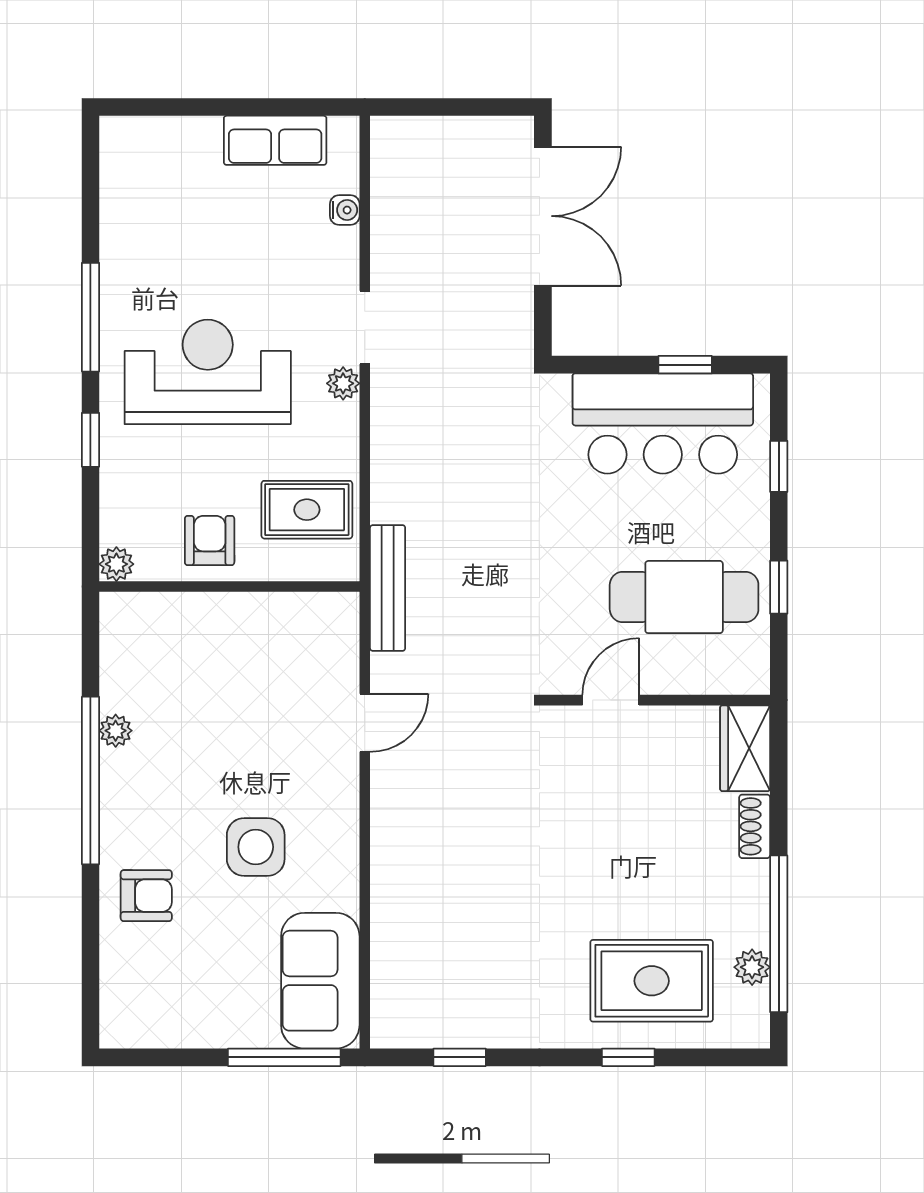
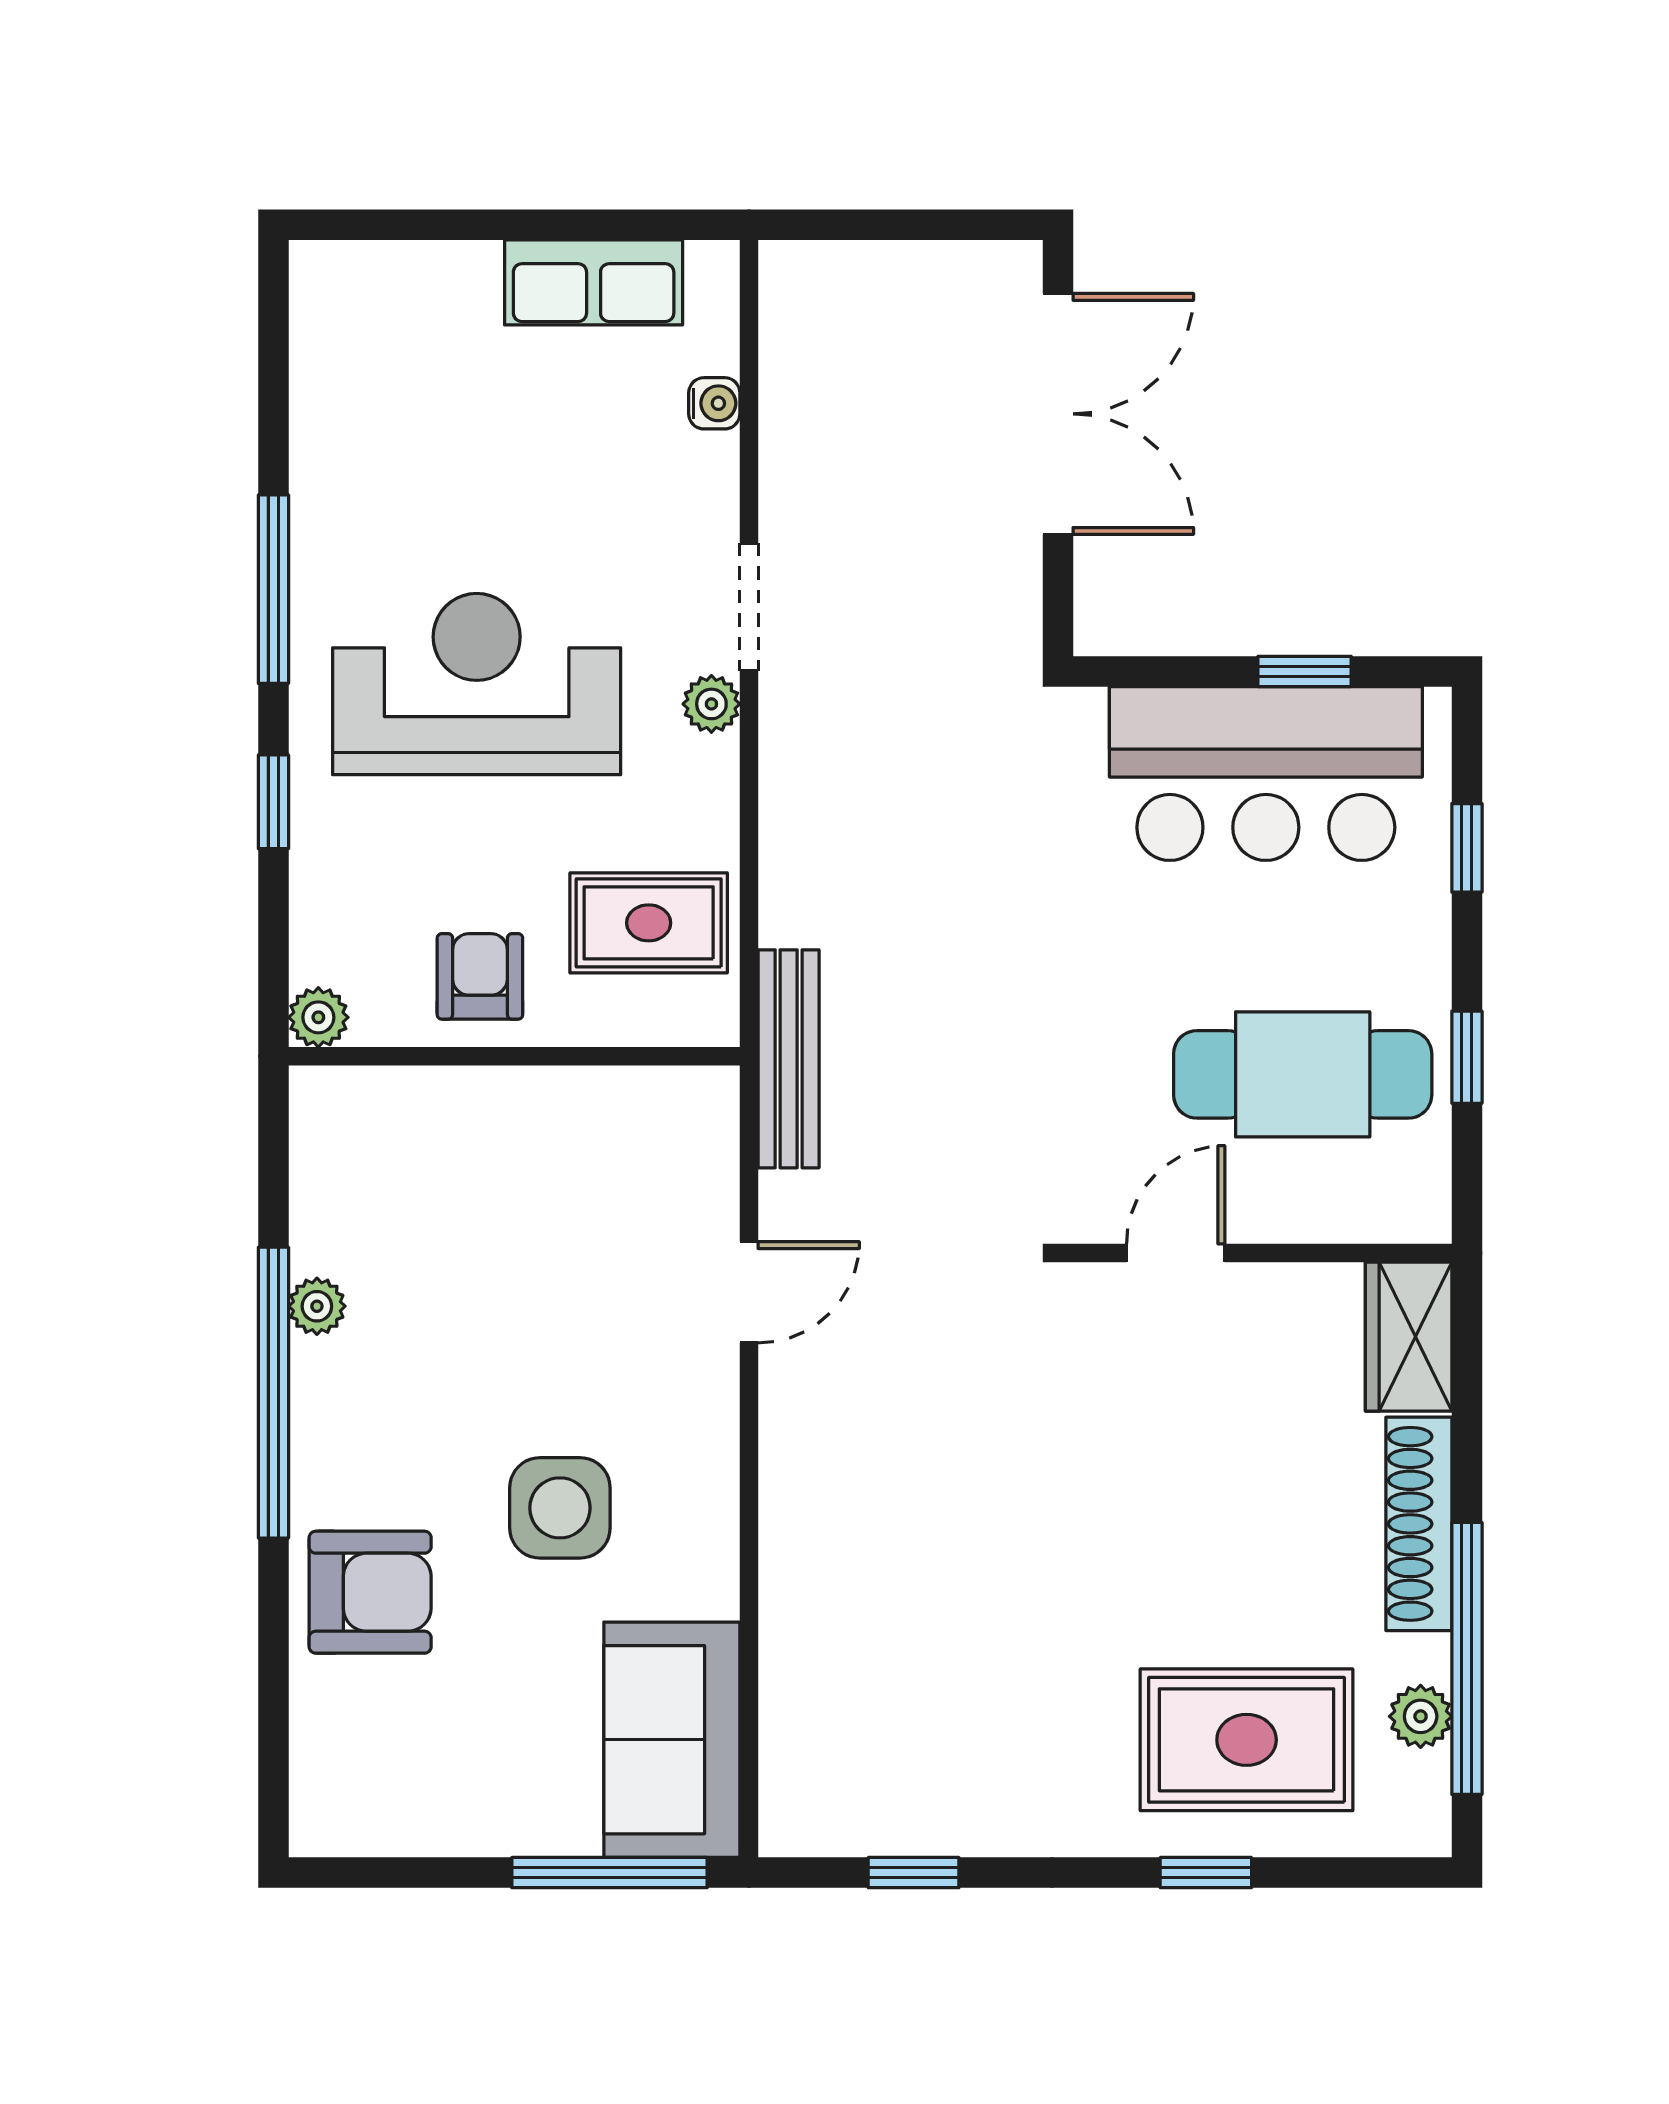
shoe rack: (755, 826) -> (1419, 1524), width x1.94, depth x1.24
armchair: (146, 896) -> (370, 1592), width x1.38, depth x1.38

